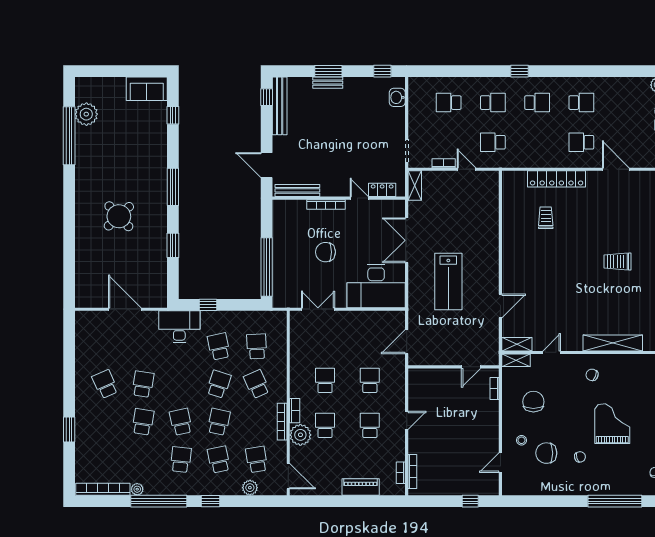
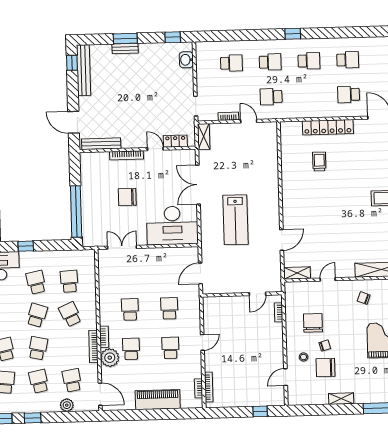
school desk: (449, 103) -> (231, 63), turned 180
shelving: (516, 360) -> (341, 399), moved
chair: (580, 457) -> (325, 345), moved
piano: (361, 487) -> (158, 400), width x1.37, depth x1.33

